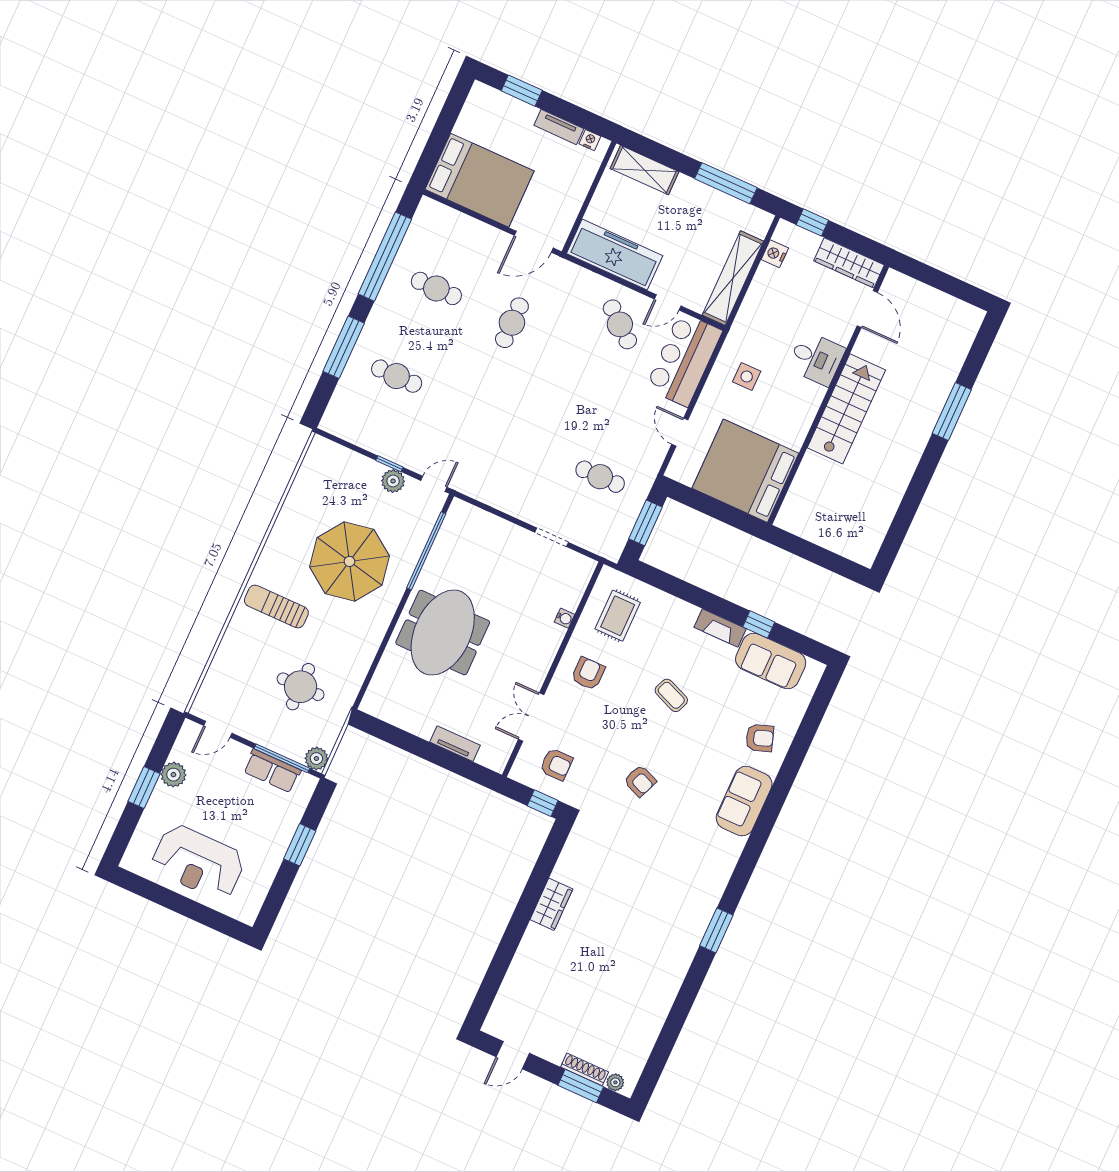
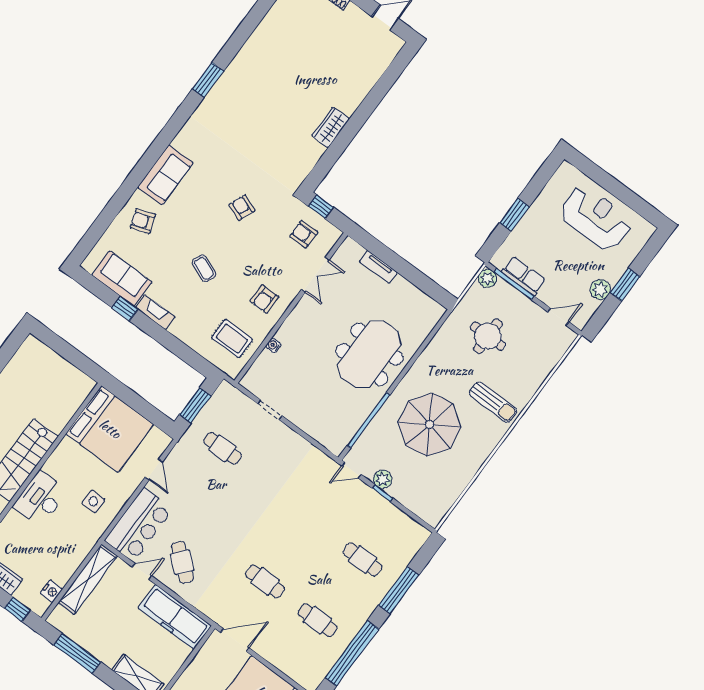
cafe table: (512, 323) -> (265, 581), turned 90
desk: (816, 358) -> (41, 499), width x1.37
rug: (618, 616) -> (232, 339), turned 90

